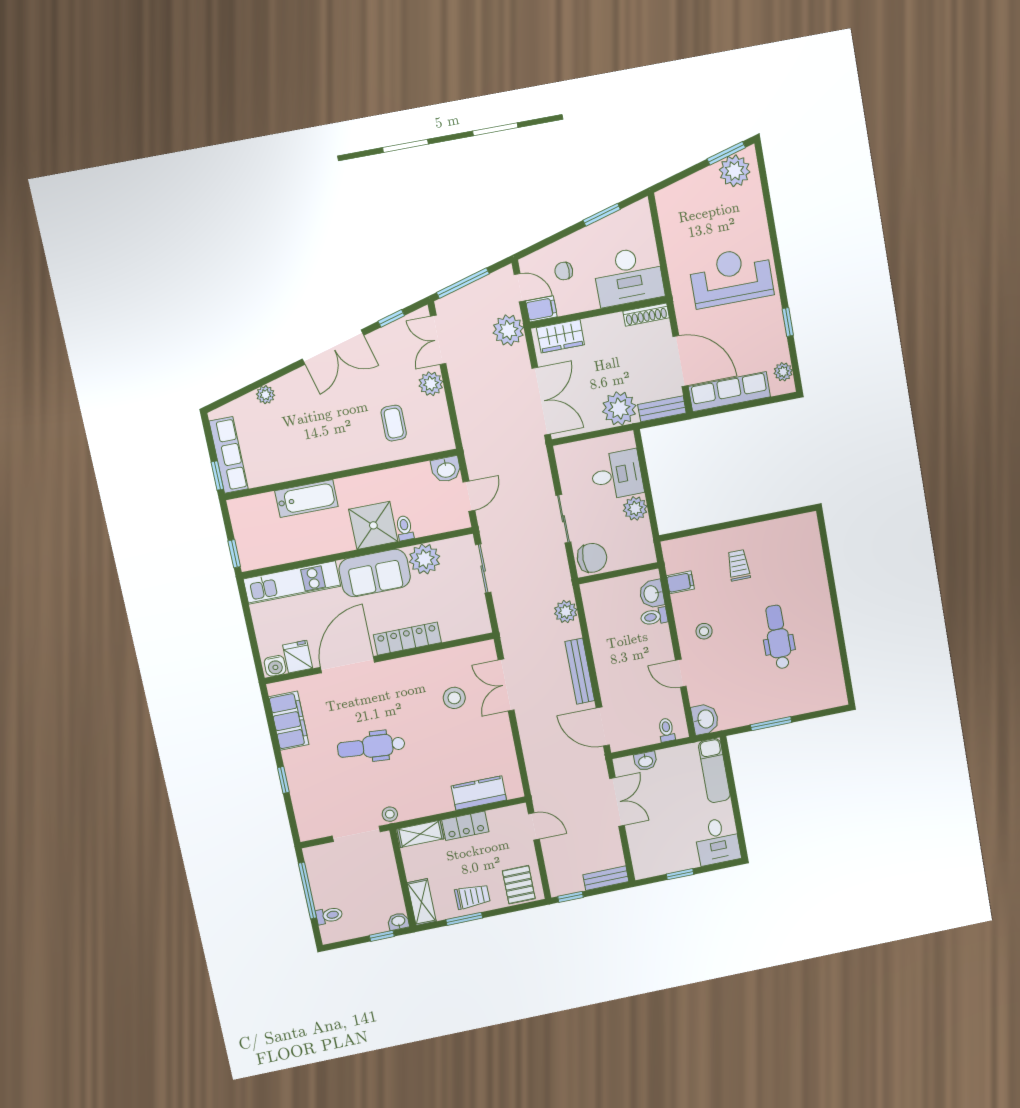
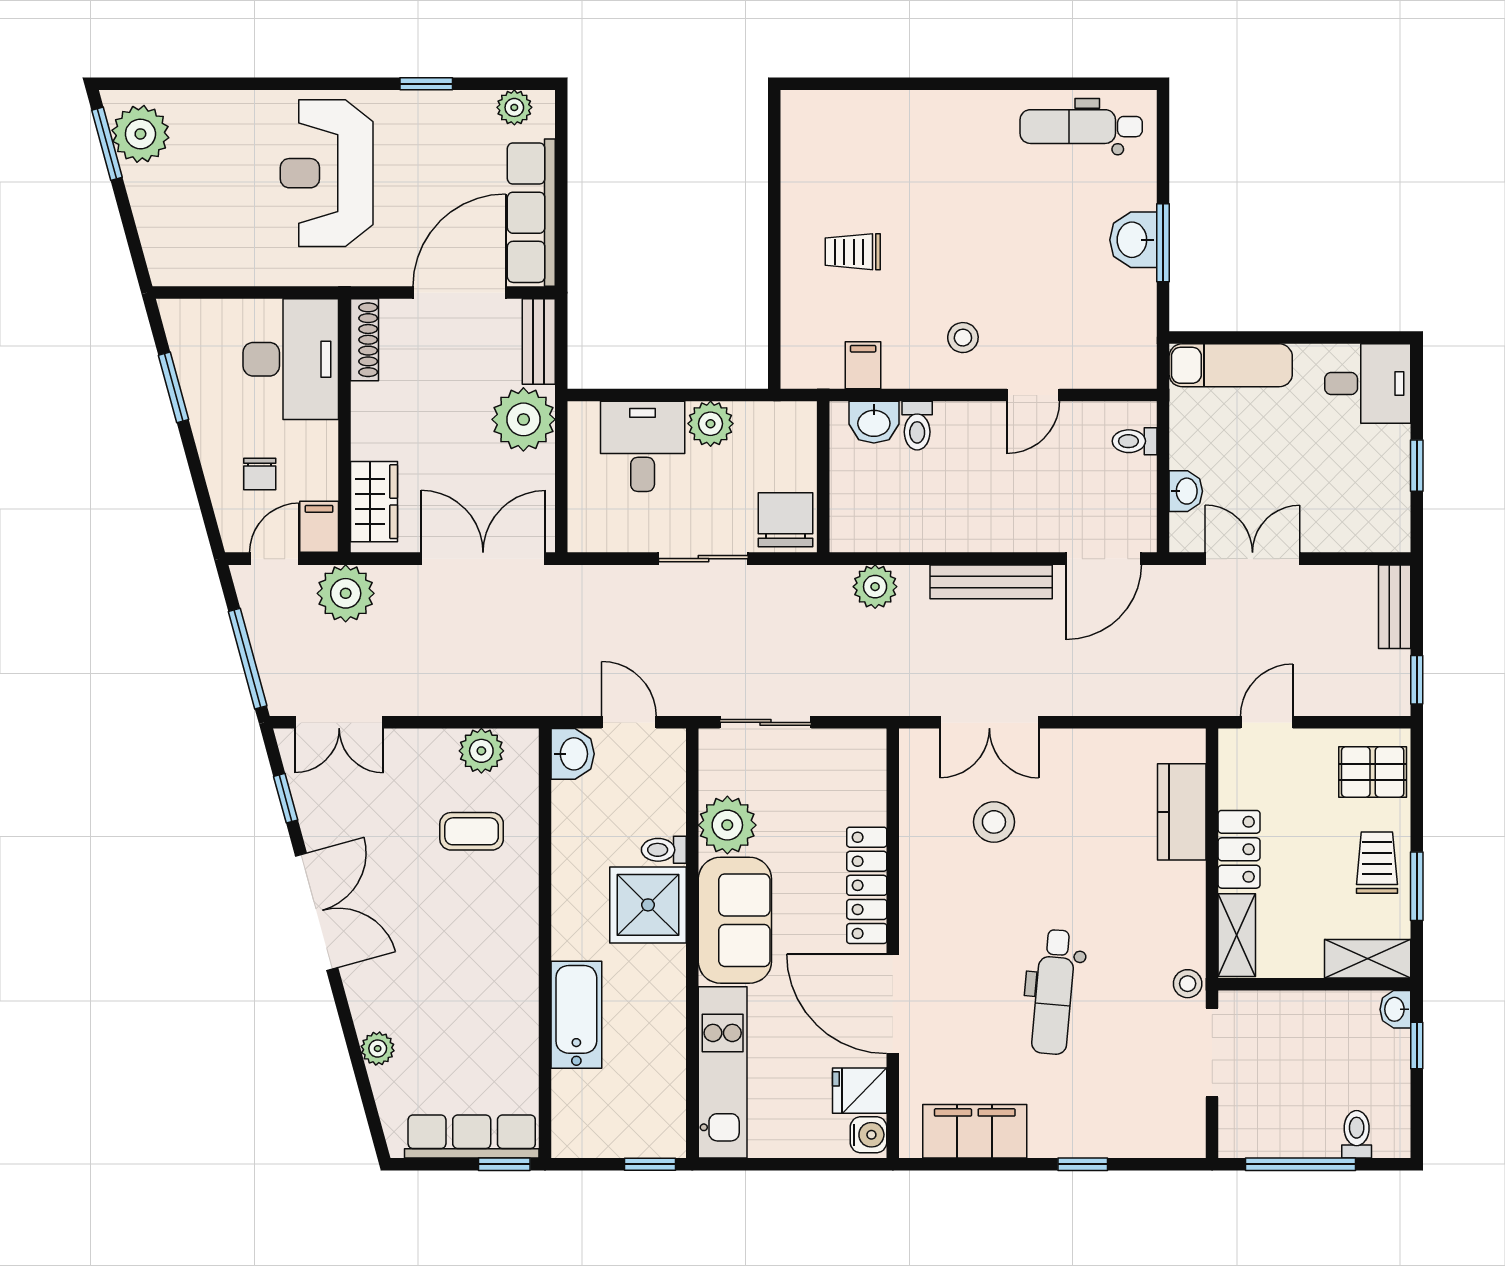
plant: (431, 384) -> (481, 751), moved
dental chair: (778, 637) -> (1081, 127), moved
washbasin: (705, 719) -> (1133, 240), moved, turned -90

